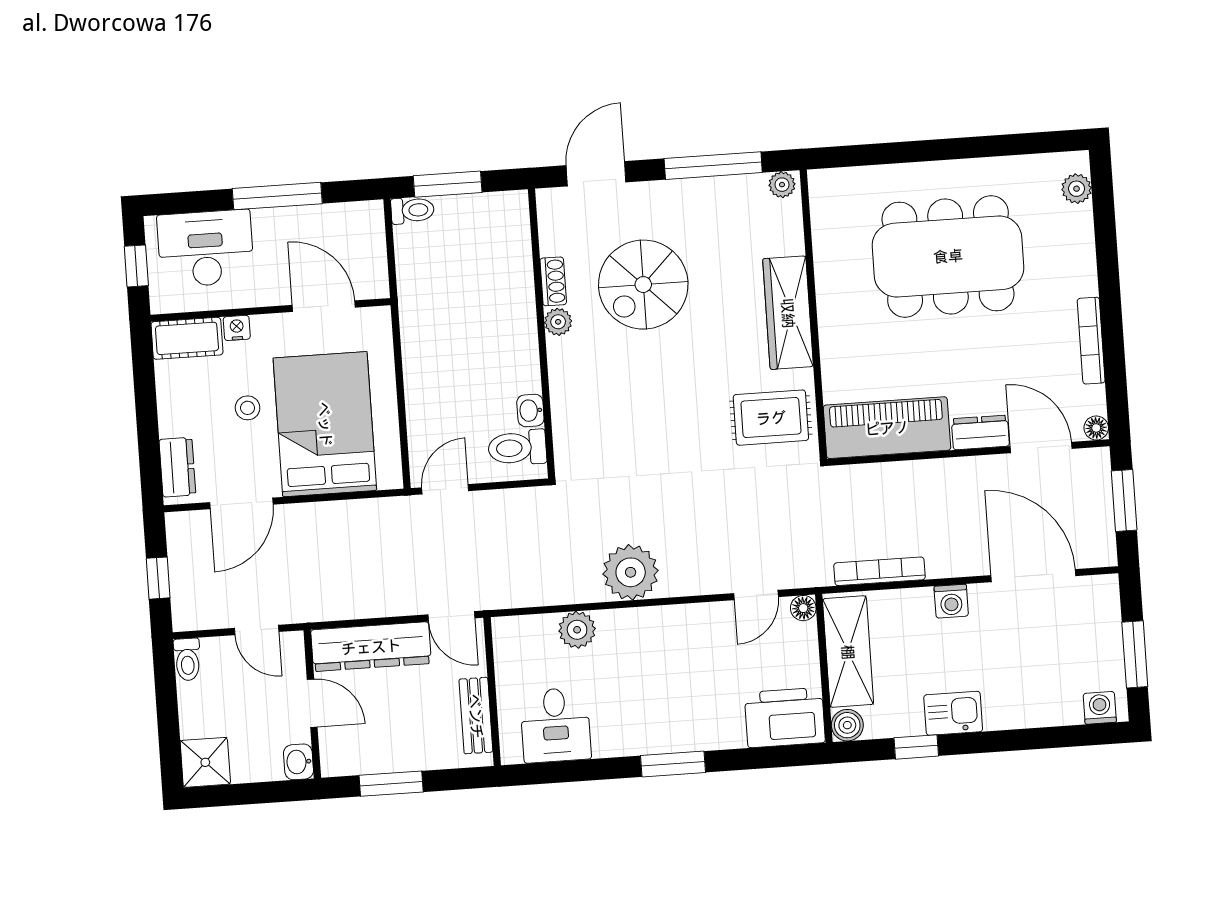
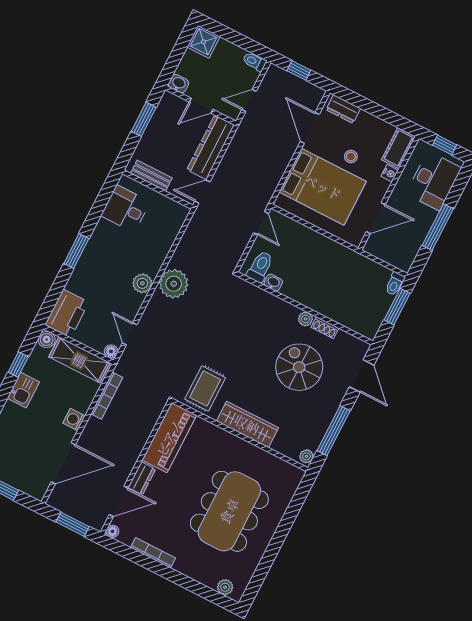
plant: (577, 630) -> (142, 283), moved

